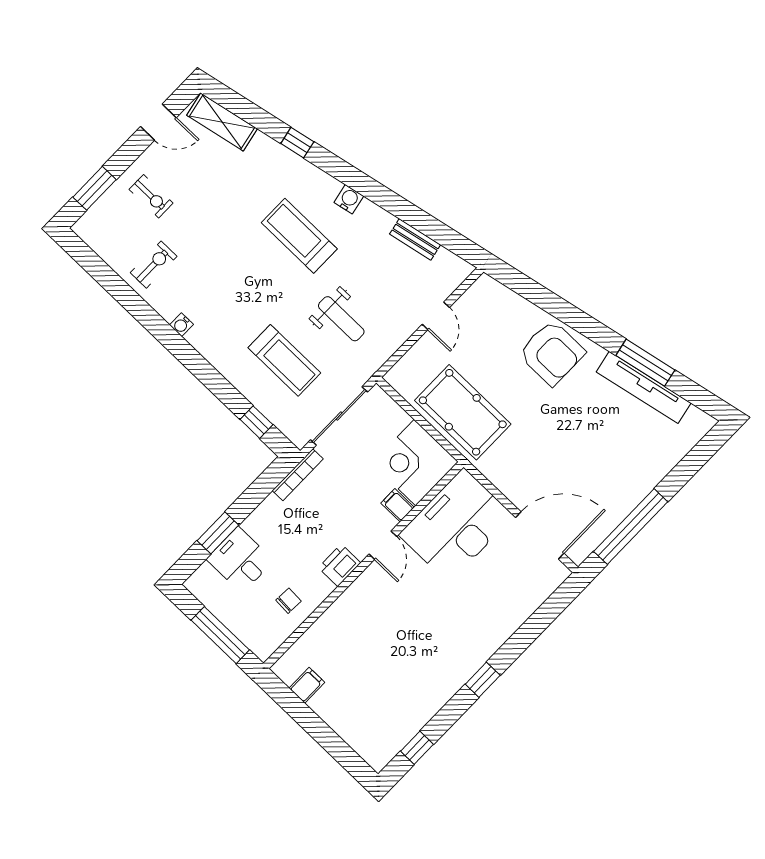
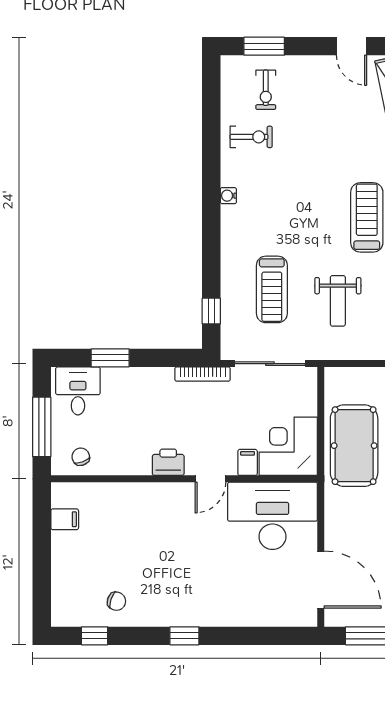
exercise bike: (151, 196) -> (266, 90), moved
desk: (240, 560) -> (78, 391), moved
chair: (288, 601) -> (81, 457), moved, turned -113
chair: (407, 706) -> (116, 601), added

